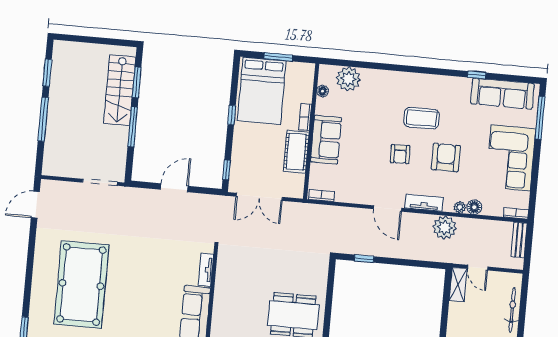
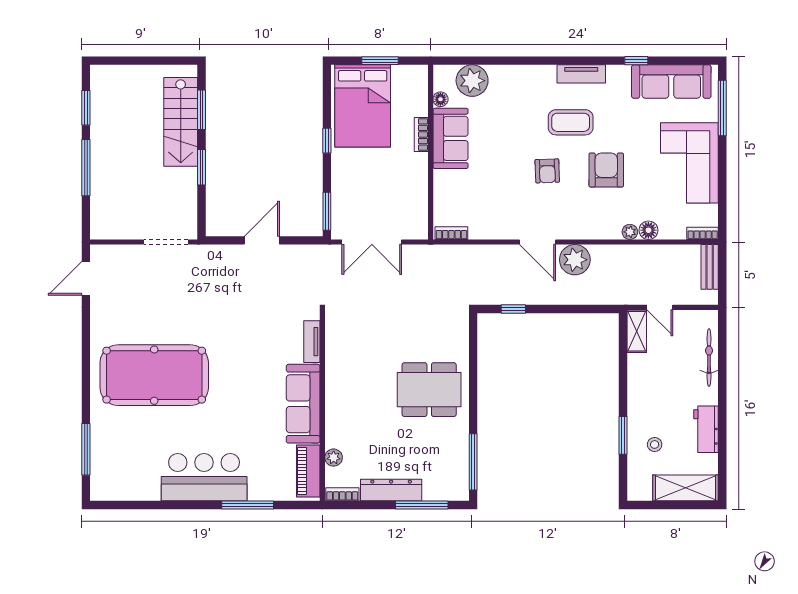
window: (133, 127) -> (201, 167), width x0.69
sofa: (326, 140) -> (451, 138), moved
cot: (296, 152) -> (414, 180), removed
window: (227, 170) -> (327, 211), width x1.50
tv unit: (424, 203) -> (581, 74), moved, turned 180
plant: (445, 227) -> (575, 260), moved
pool table: (81, 285) -> (154, 375), turned 90

